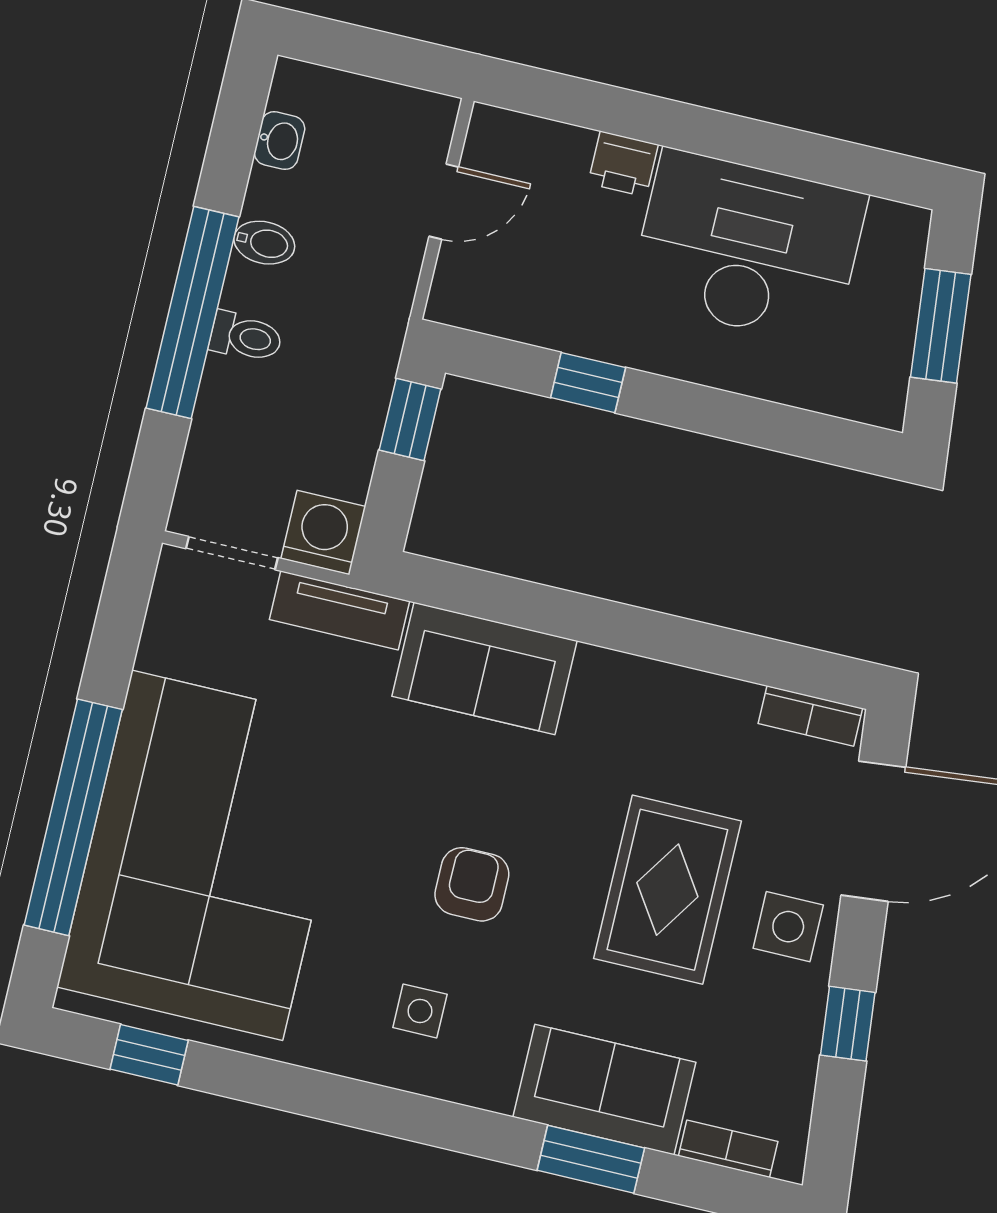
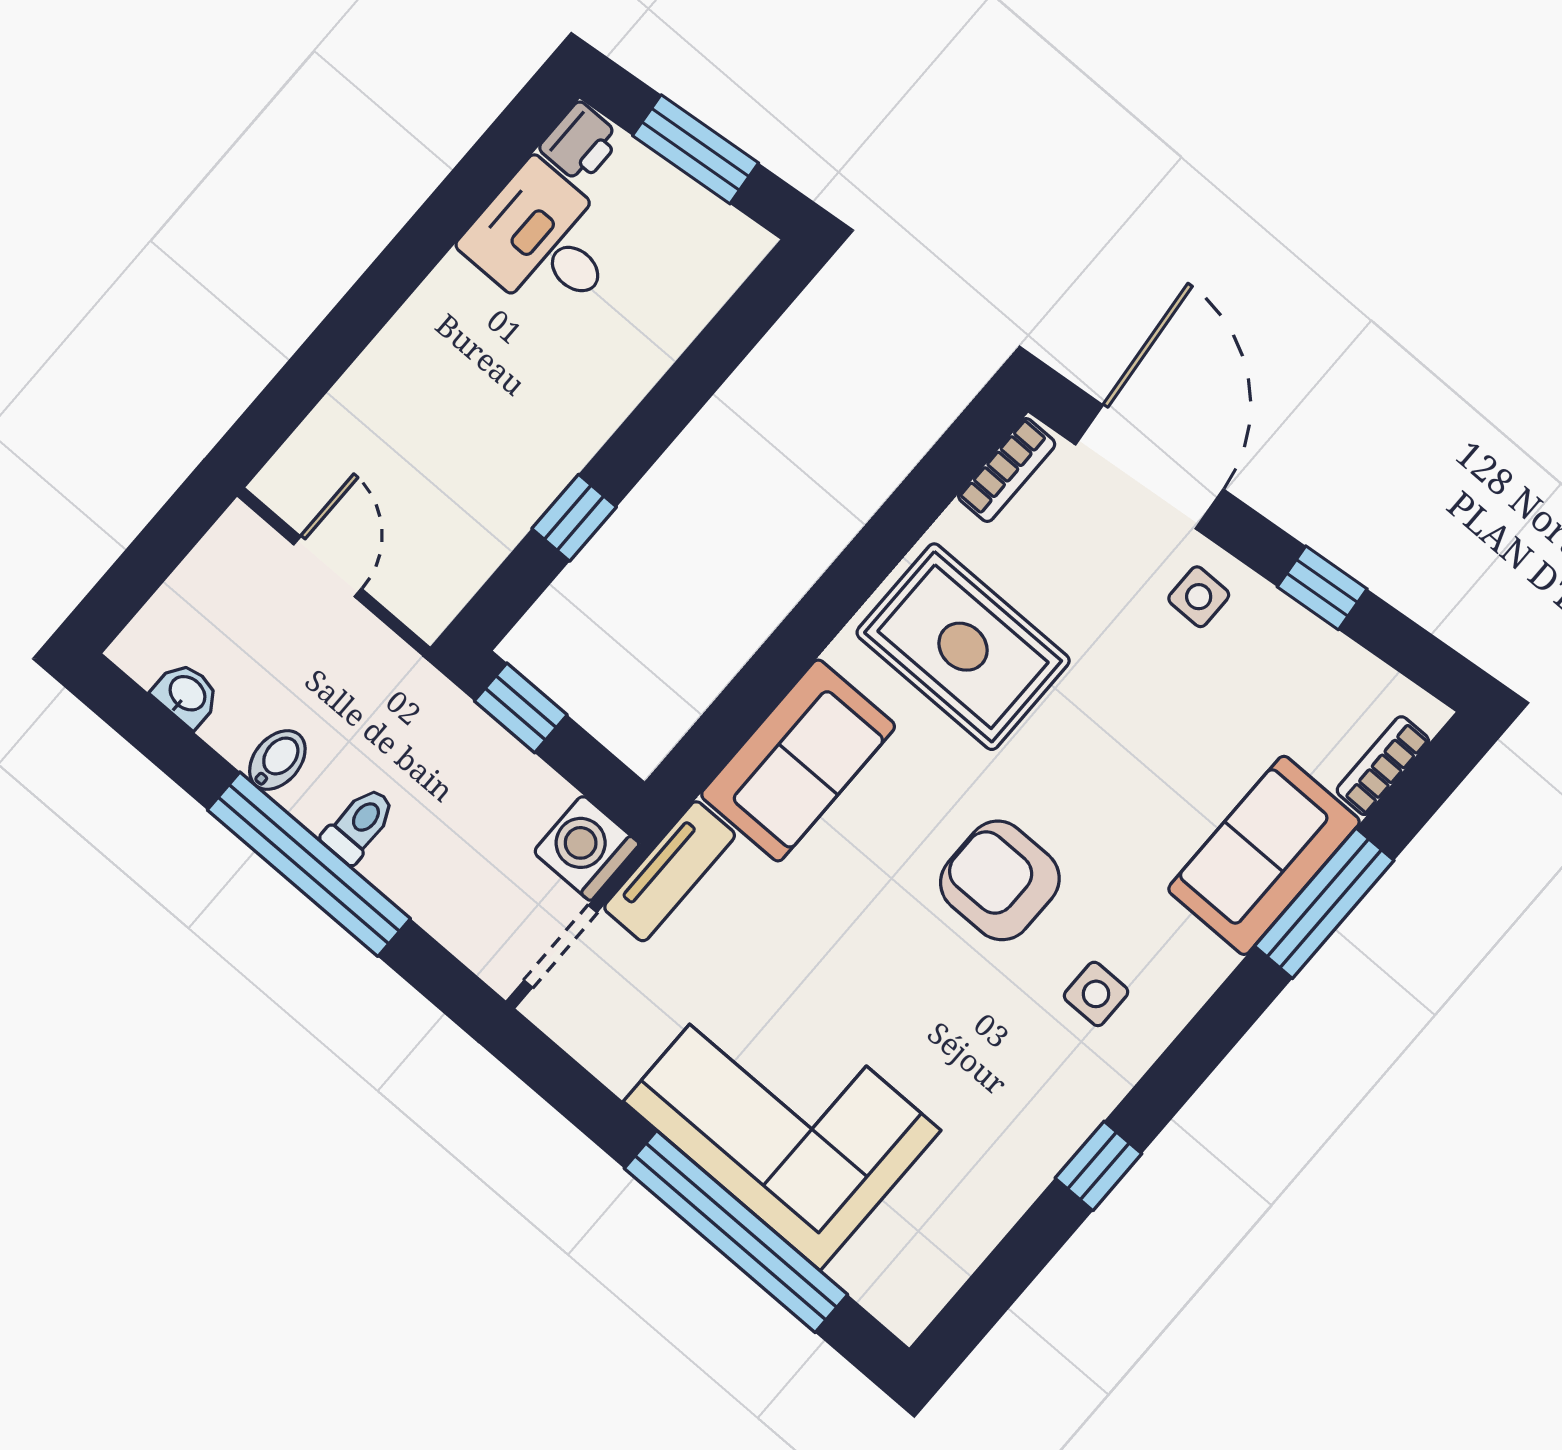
printer: (623, 164) -> (580, 143), moved
desk: (748, 247) -> (544, 242), width x0.53, depth x0.77
corner sofa: (207, 855) -> (782, 1116), width x0.73, depth x0.74
armchair: (472, 884) -> (1000, 880), width x1.38, depth x1.38
rug: (667, 890) -> (963, 647), moved
side table: (788, 927) -> (1199, 597), width x0.73, depth x0.73
window: (149, 1055) -> (1098, 1166), moved
window: (591, 1159) -> (1324, 903), width x1.44

